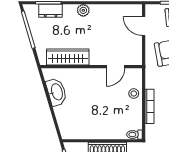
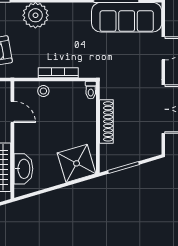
washbasin: (56, 92) -> (23, 169), moved, turned 106
shower: (71, 122) -> (77, 163), added

